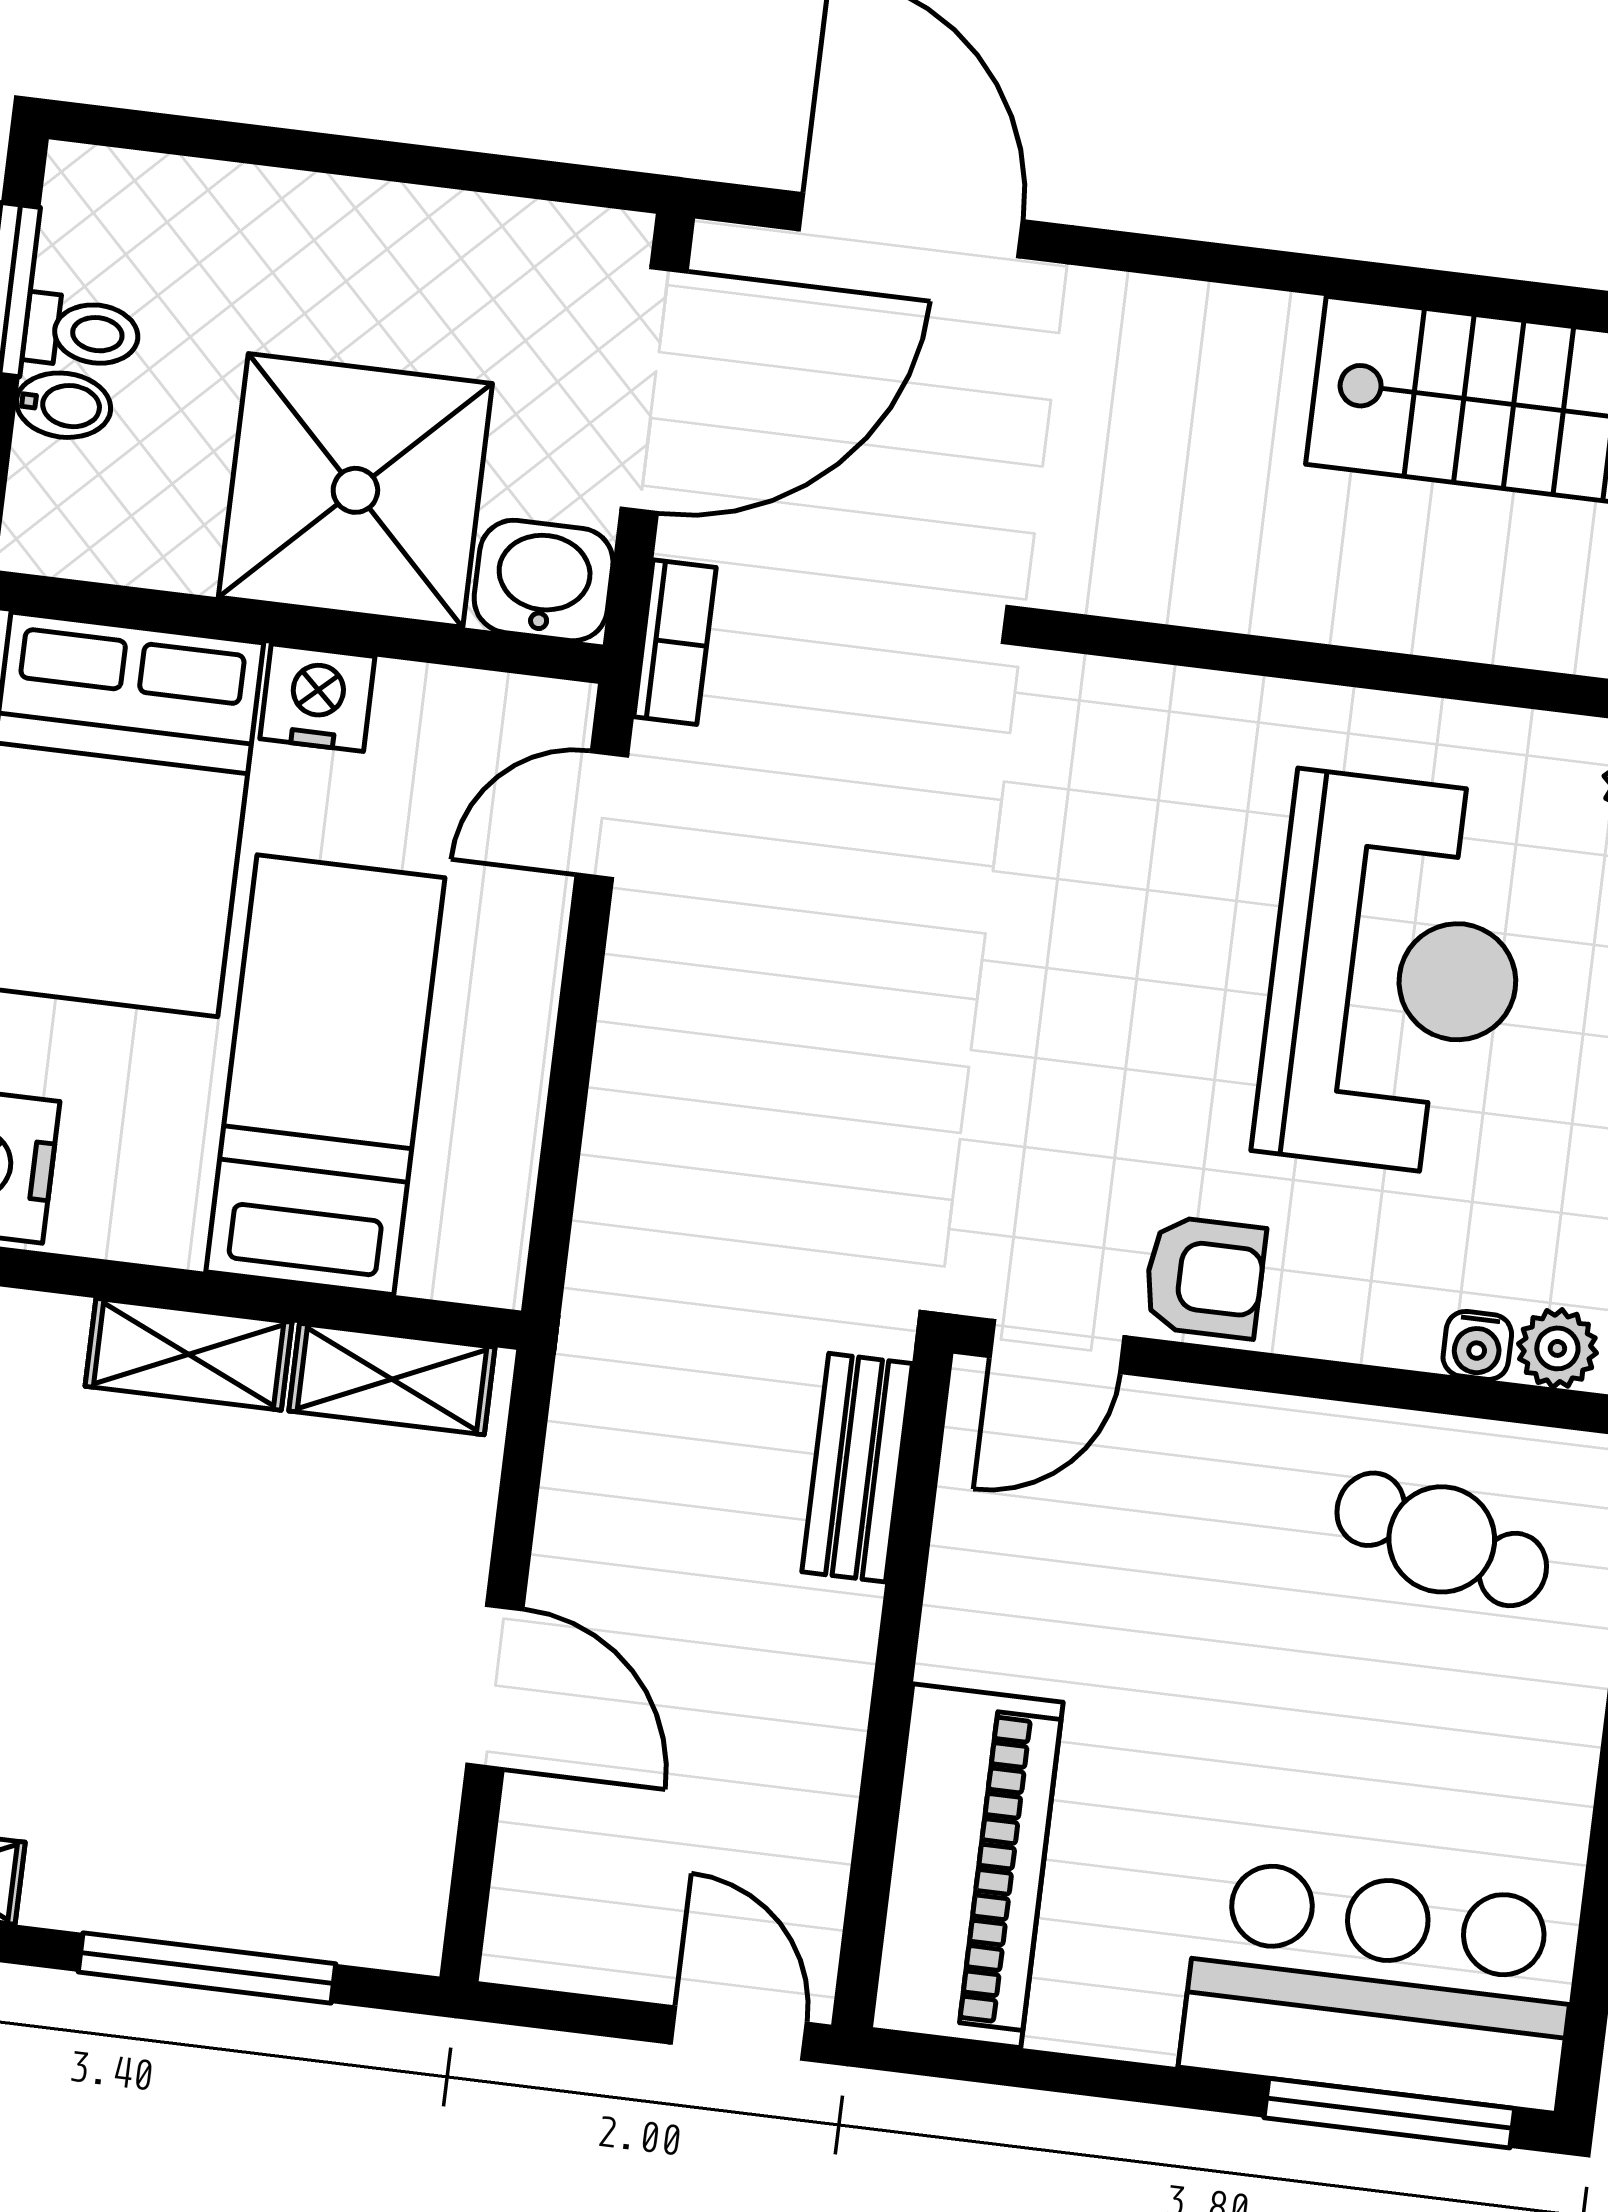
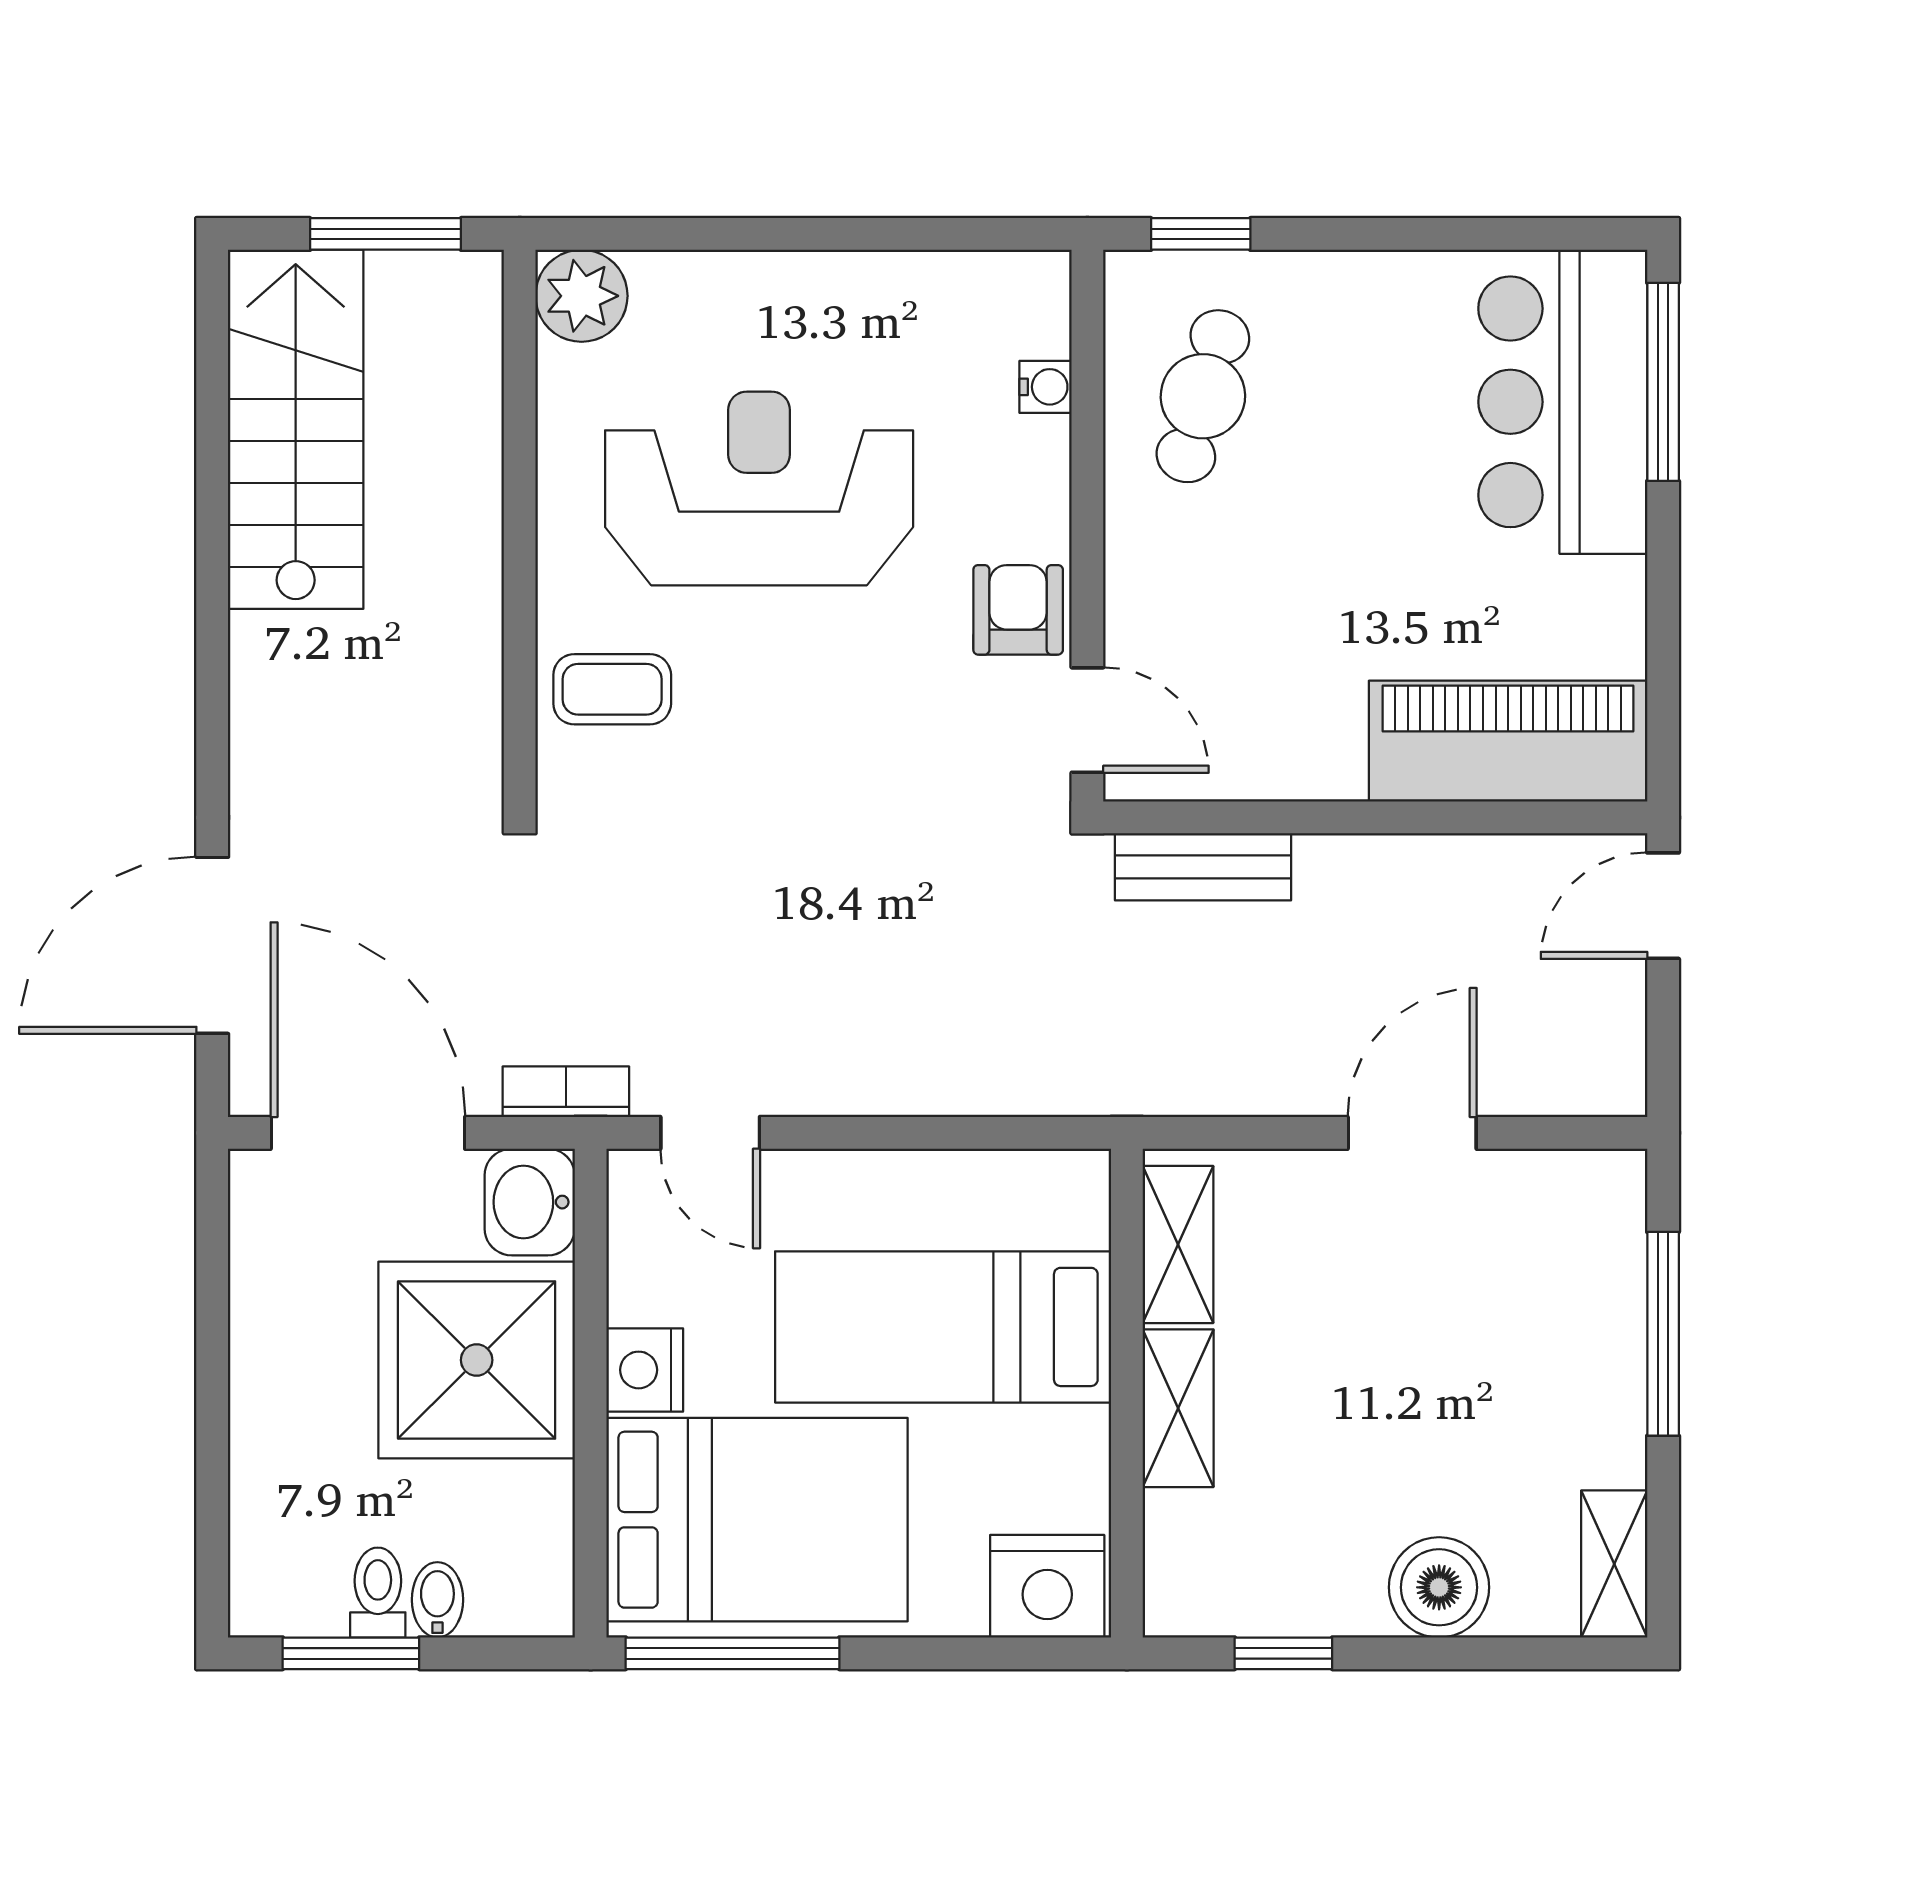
coffee table: (1168, 761) -> (612, 689), added
plant: (1557, 1348) -> (1040, 323), removed

